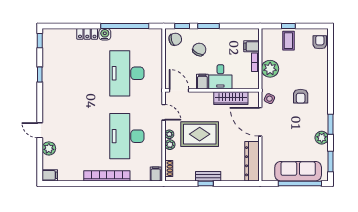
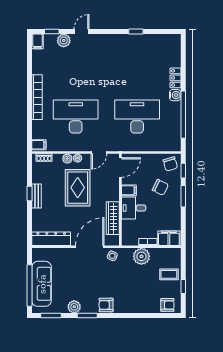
window: (288, 26) -> (183, 286), moved
window: (40, 41) -> (52, 32), moved
filing cabinet: (252, 46) -> (169, 238), width x2.00
armchair: (301, 96) -> (106, 305), moved

